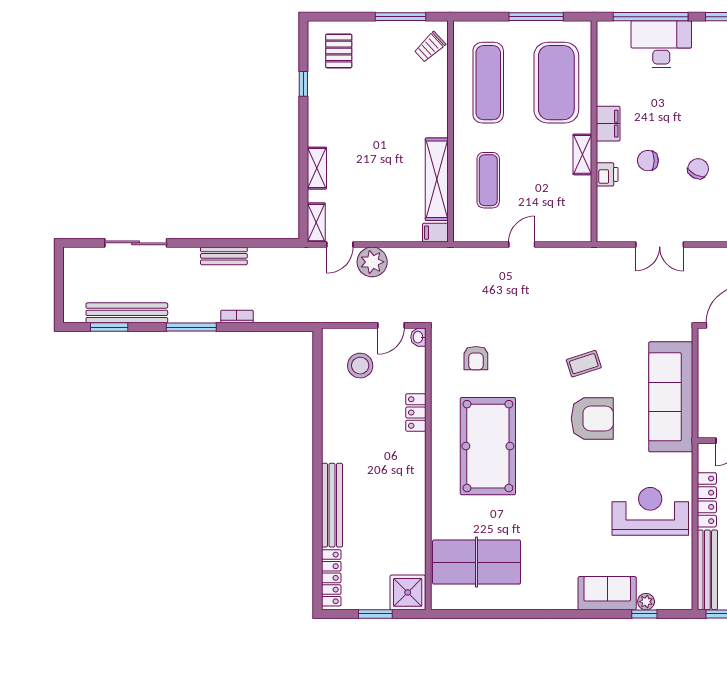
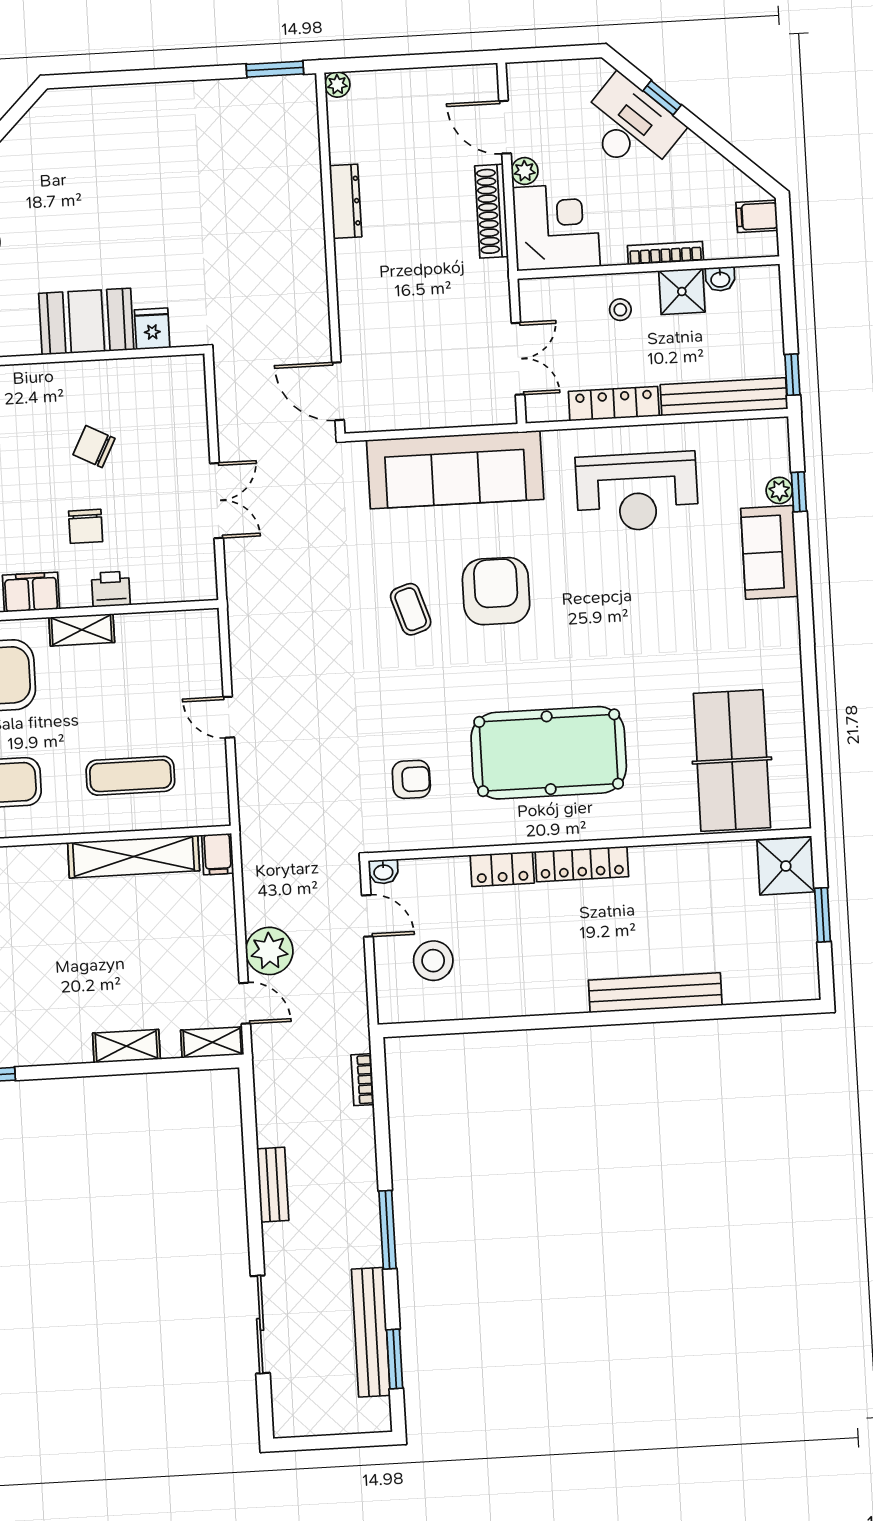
bookcase: (237, 317) -> (363, 1080), moved
reception desk: (650, 511) -> (637, 492), turned -90
locker: (331, 578) -> (582, 864), moved, turned 180

